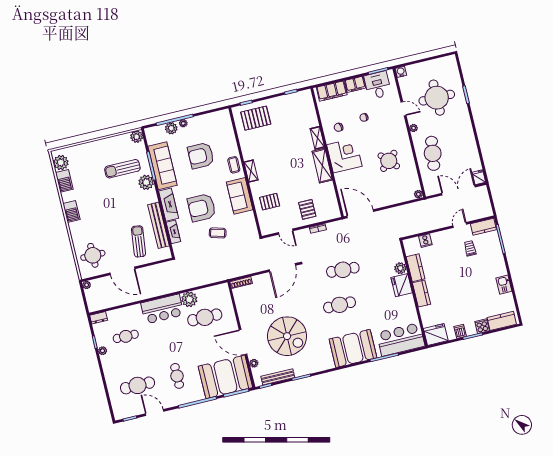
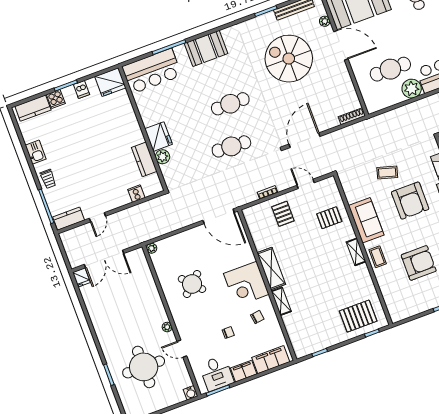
cafe table: (433, 153) -> (140, 299), removed
armchair: (202, 208) -> (410, 201), turned 90
trolley: (470, 248) -> (48, 179), moved
kitchen counter: (422, 294) -> (133, 129), removed
booth: (353, 348) -> (206, 48), width x0.73, depth x0.70

